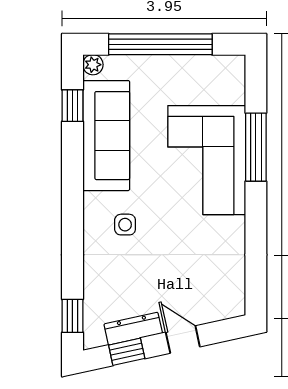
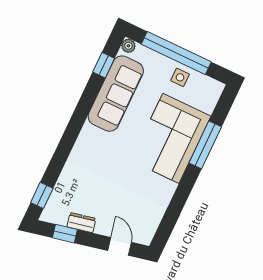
side table: (125, 225) -> (180, 77), moved
dresser: (133, 329) -> (81, 223), width x0.70
door: (183, 340) -> (120, 246), moved

